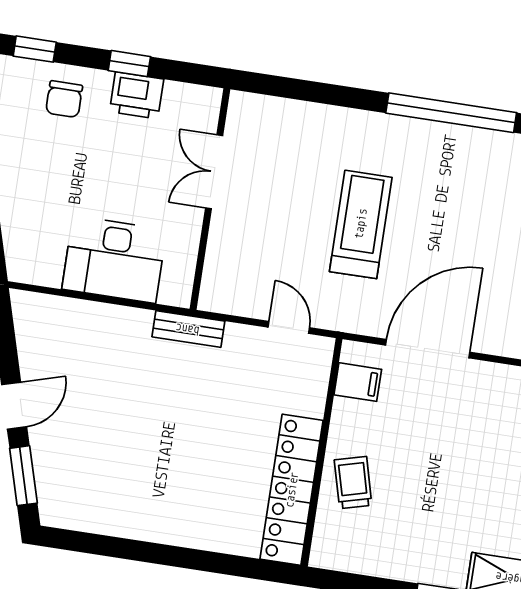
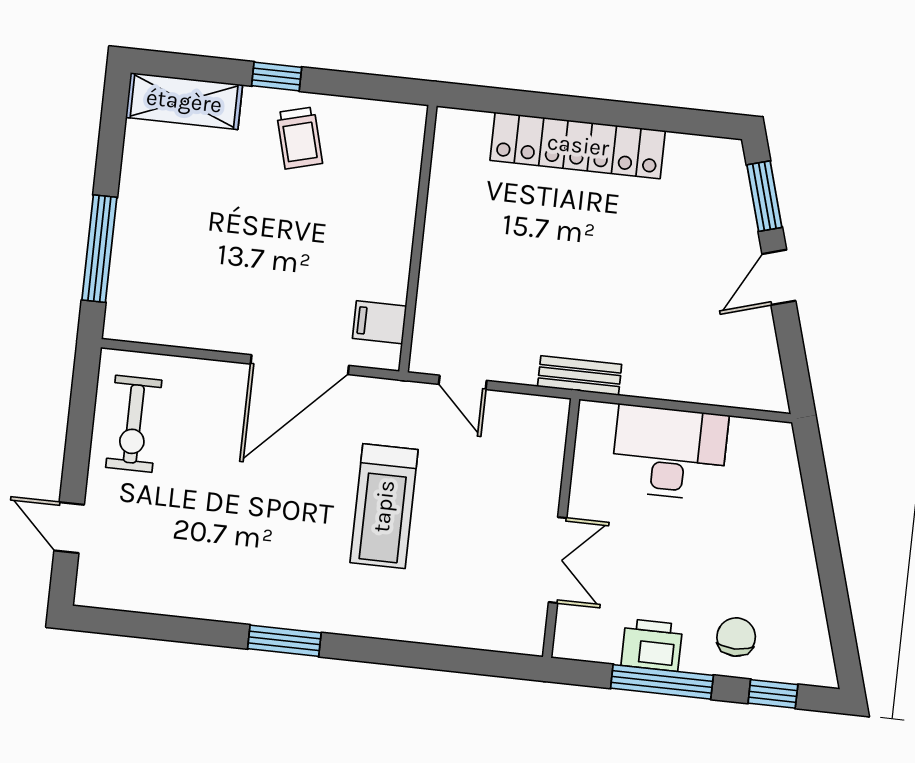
window: (129, 64) -> (662, 682), width x2.17
window: (451, 113) -> (284, 641), width x0.47
trolley: (353, 483) -> (299, 138), moved
locker: (292, 490) -> (578, 145), moved, turned 90

